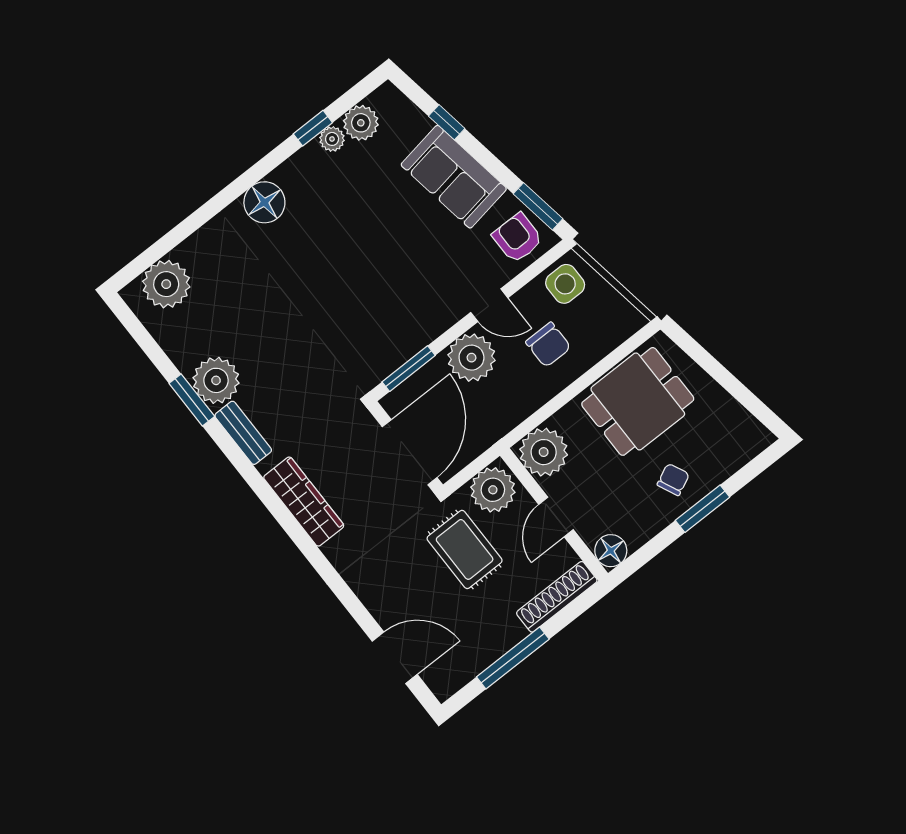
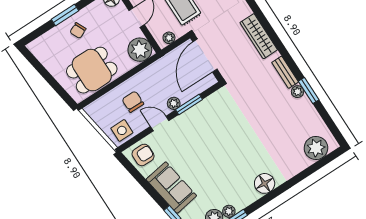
window: (538, 206) -> (132, 169), removed
armchair: (518, 238) -> (143, 155), turned -90
plant: (471, 358) -> (174, 103), width x0.53, depth x0.53
window: (409, 369) -> (189, 104), moved
plant: (216, 380) -> (298, 92), width x0.53, depth x0.53
plant: (493, 490) -> (169, 38), width x0.53, depth x0.53

